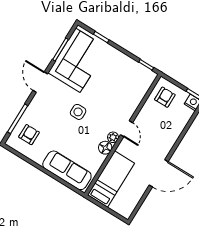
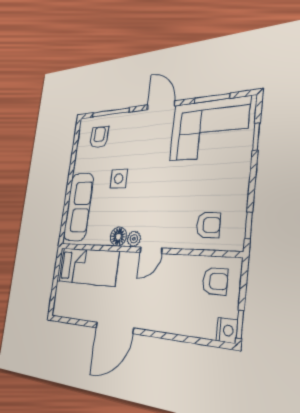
door: (40, 82) -> (161, 105), hinge flipped
armchair: (133, 87) -> (208, 225), added
side table: (78, 112) -> (119, 179), moved
armchair: (29, 135) -> (99, 137), turned -90
door: (159, 173) -> (114, 328), hinge flipped

